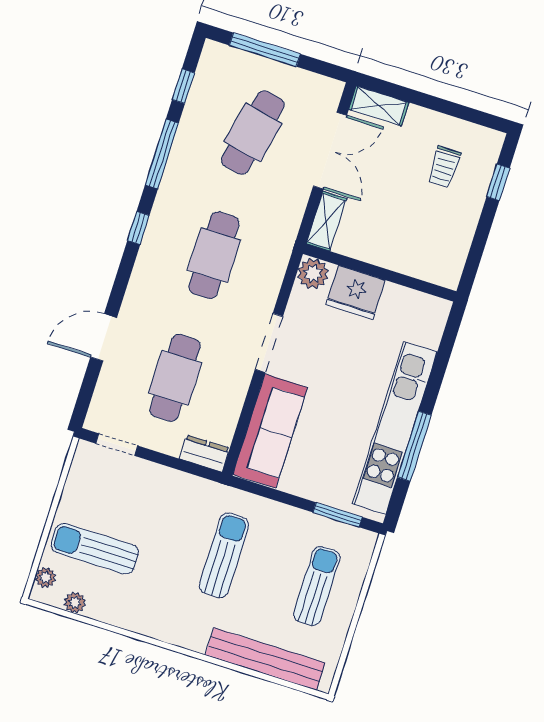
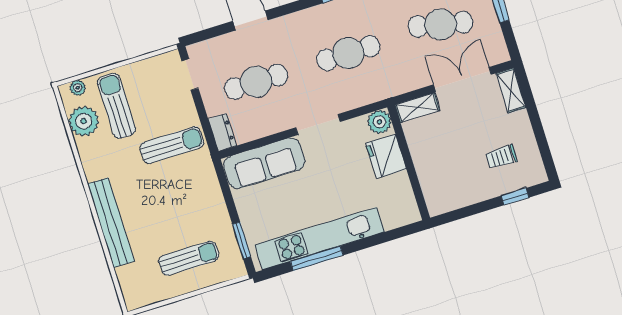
double door: (330, 151) -> (462, 80), swing flipped
sun lounger: (224, 555) -> (172, 145), moved
plant: (75, 603) -> (84, 121), width x1.88, depth x1.88
bench: (265, 659) -> (111, 223), moved

